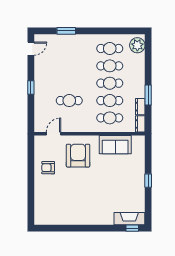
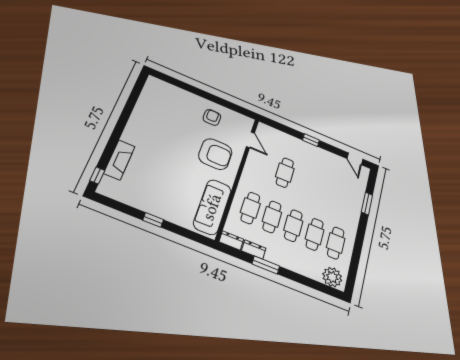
sofa: (115, 145) -> (212, 207), width x1.36
fireplace: (129, 219) -> (119, 160), moved

